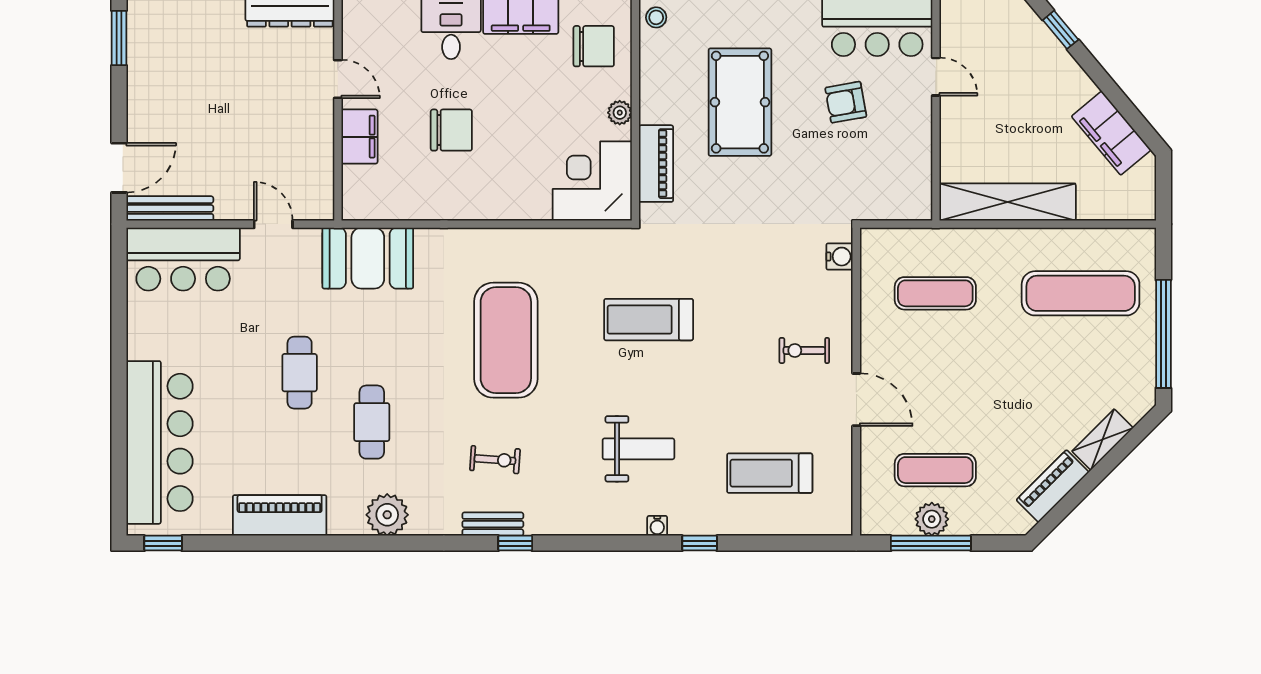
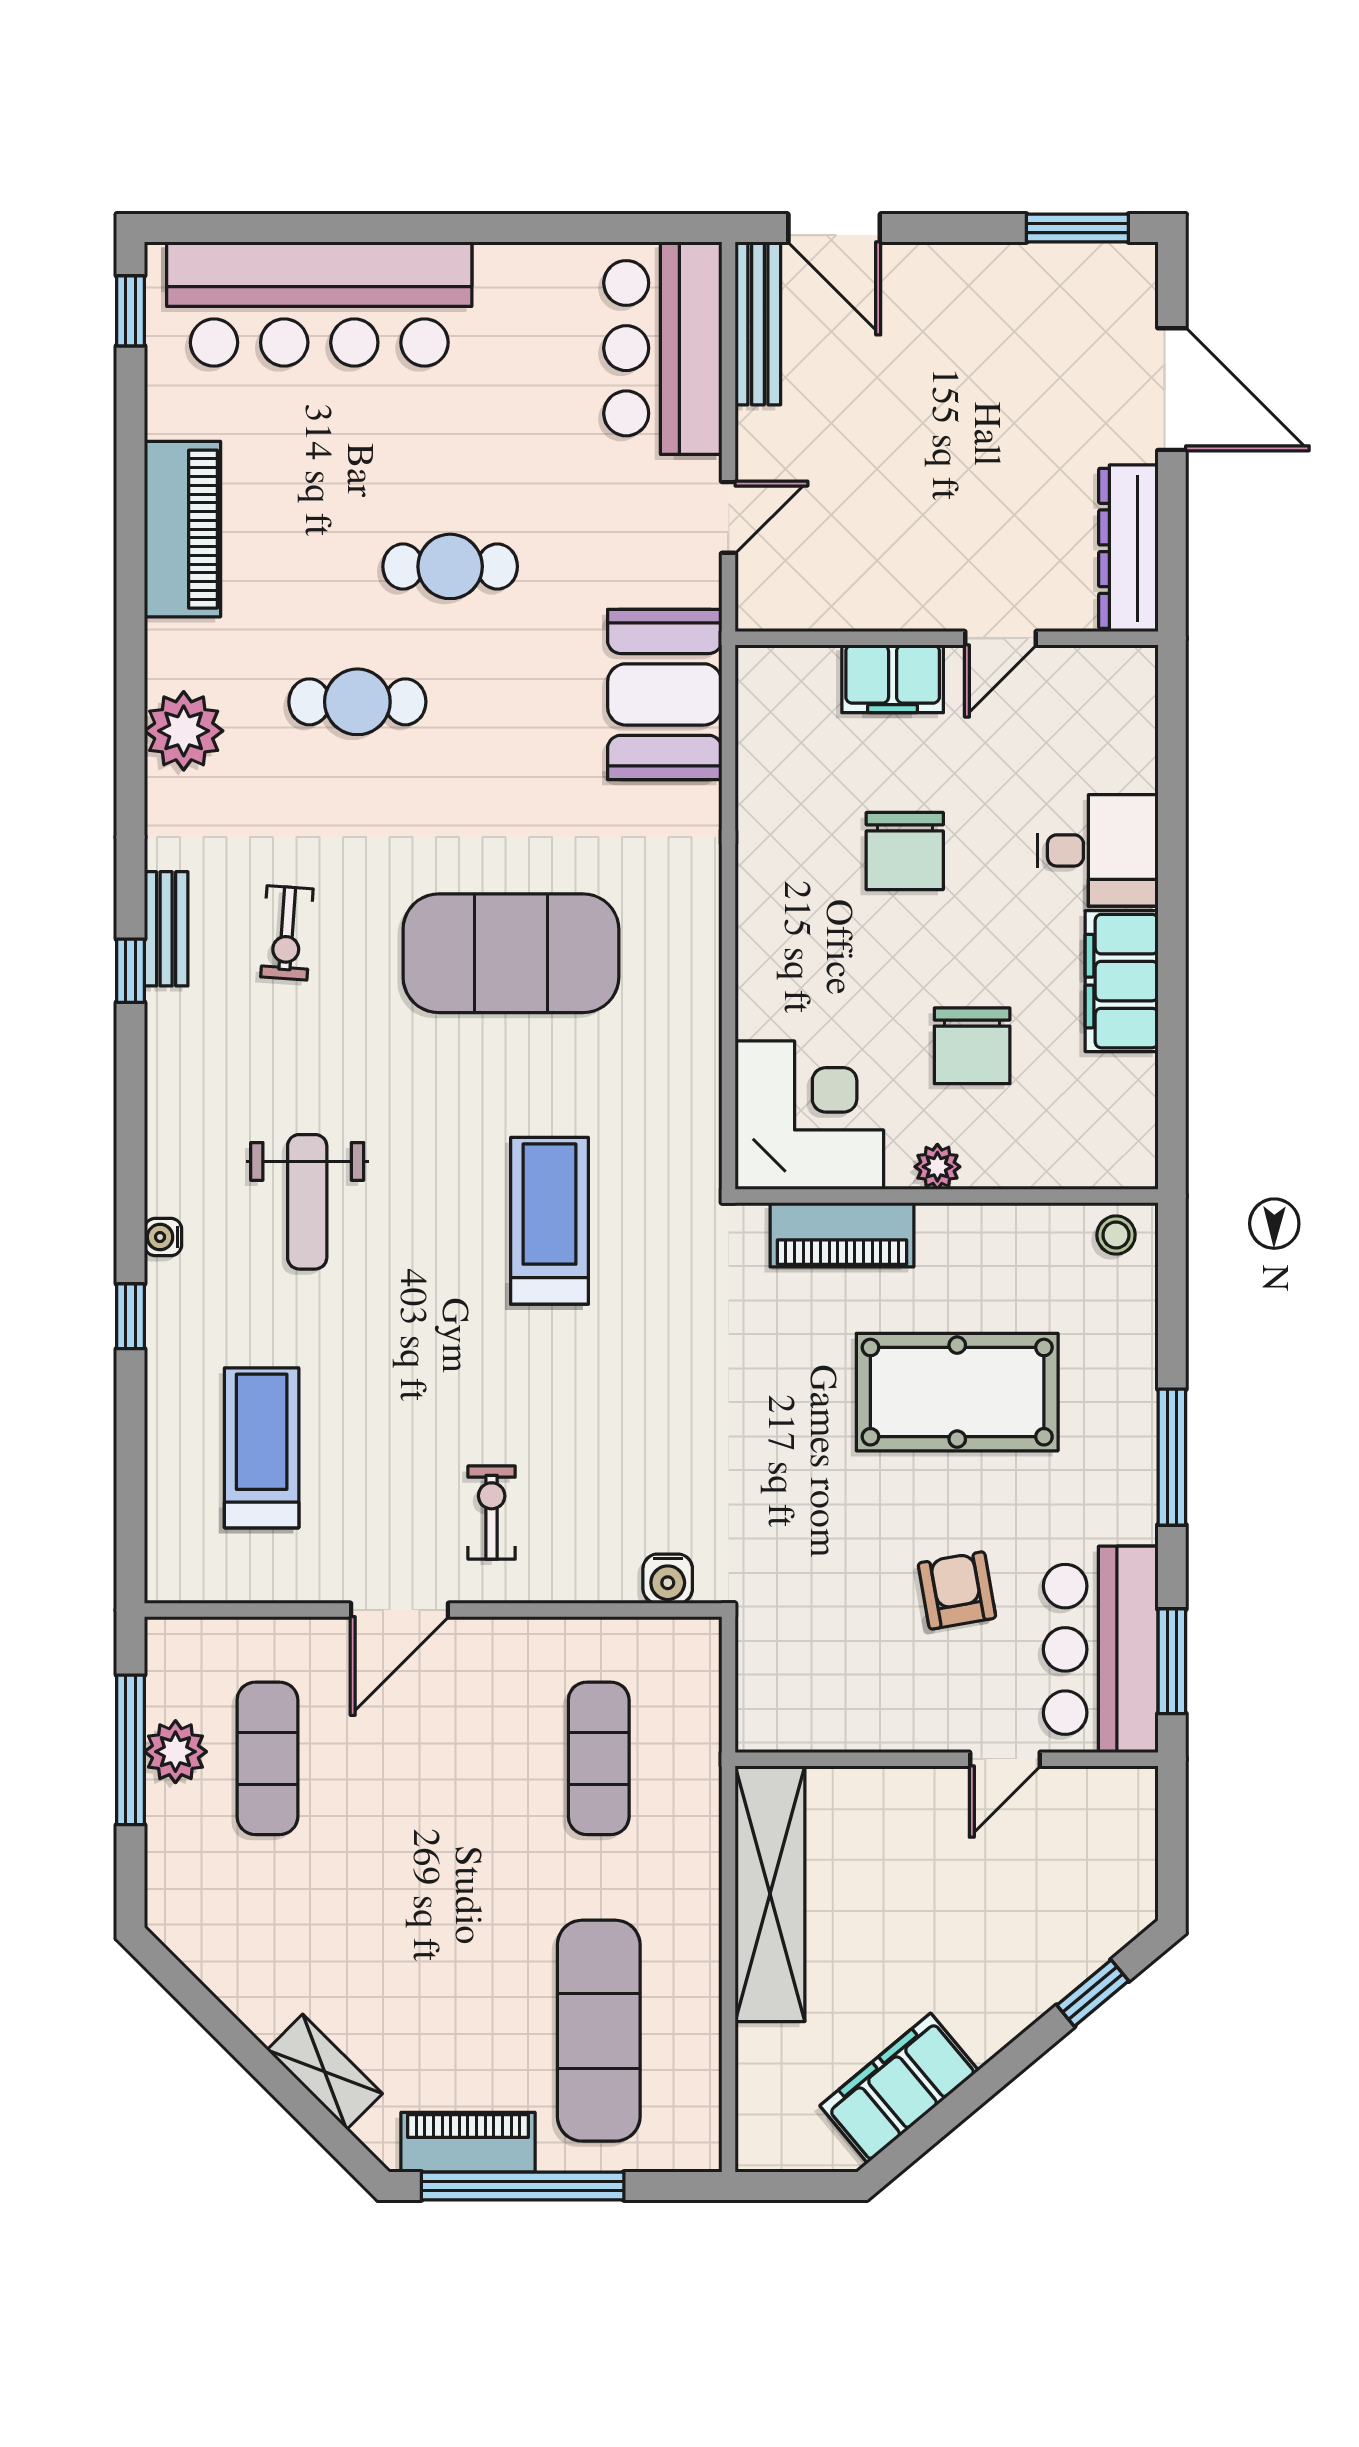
chair: (594, 46) -> (972, 1046), moved
piano: (1053, 486) -> (468, 2142), moved, turned -45

